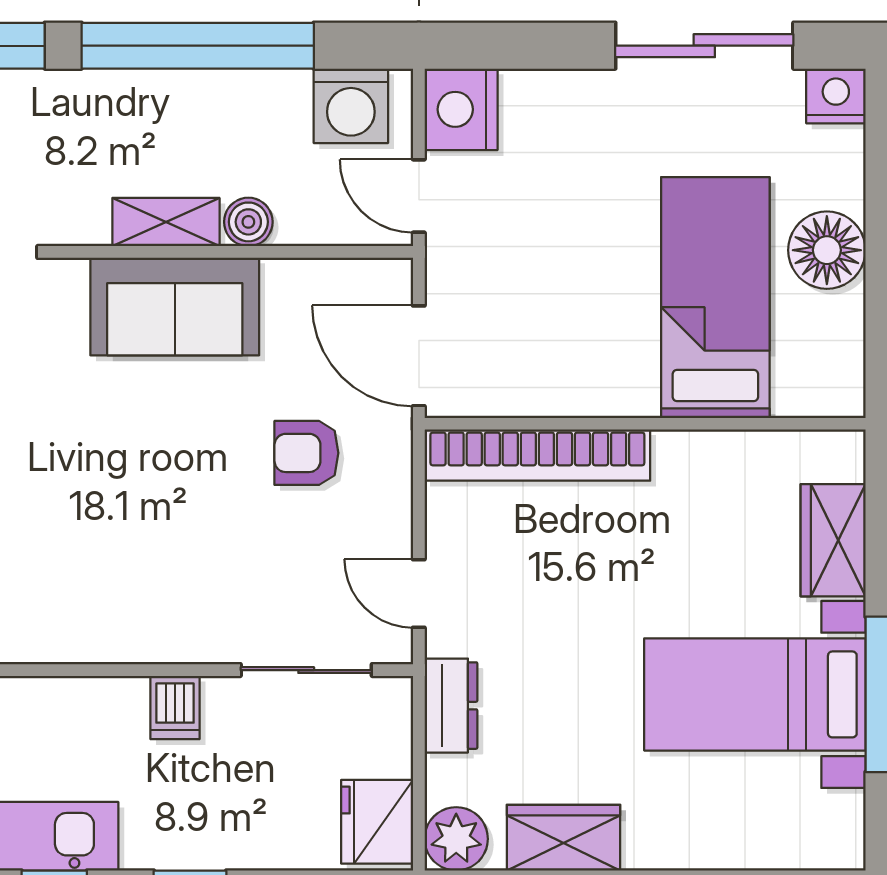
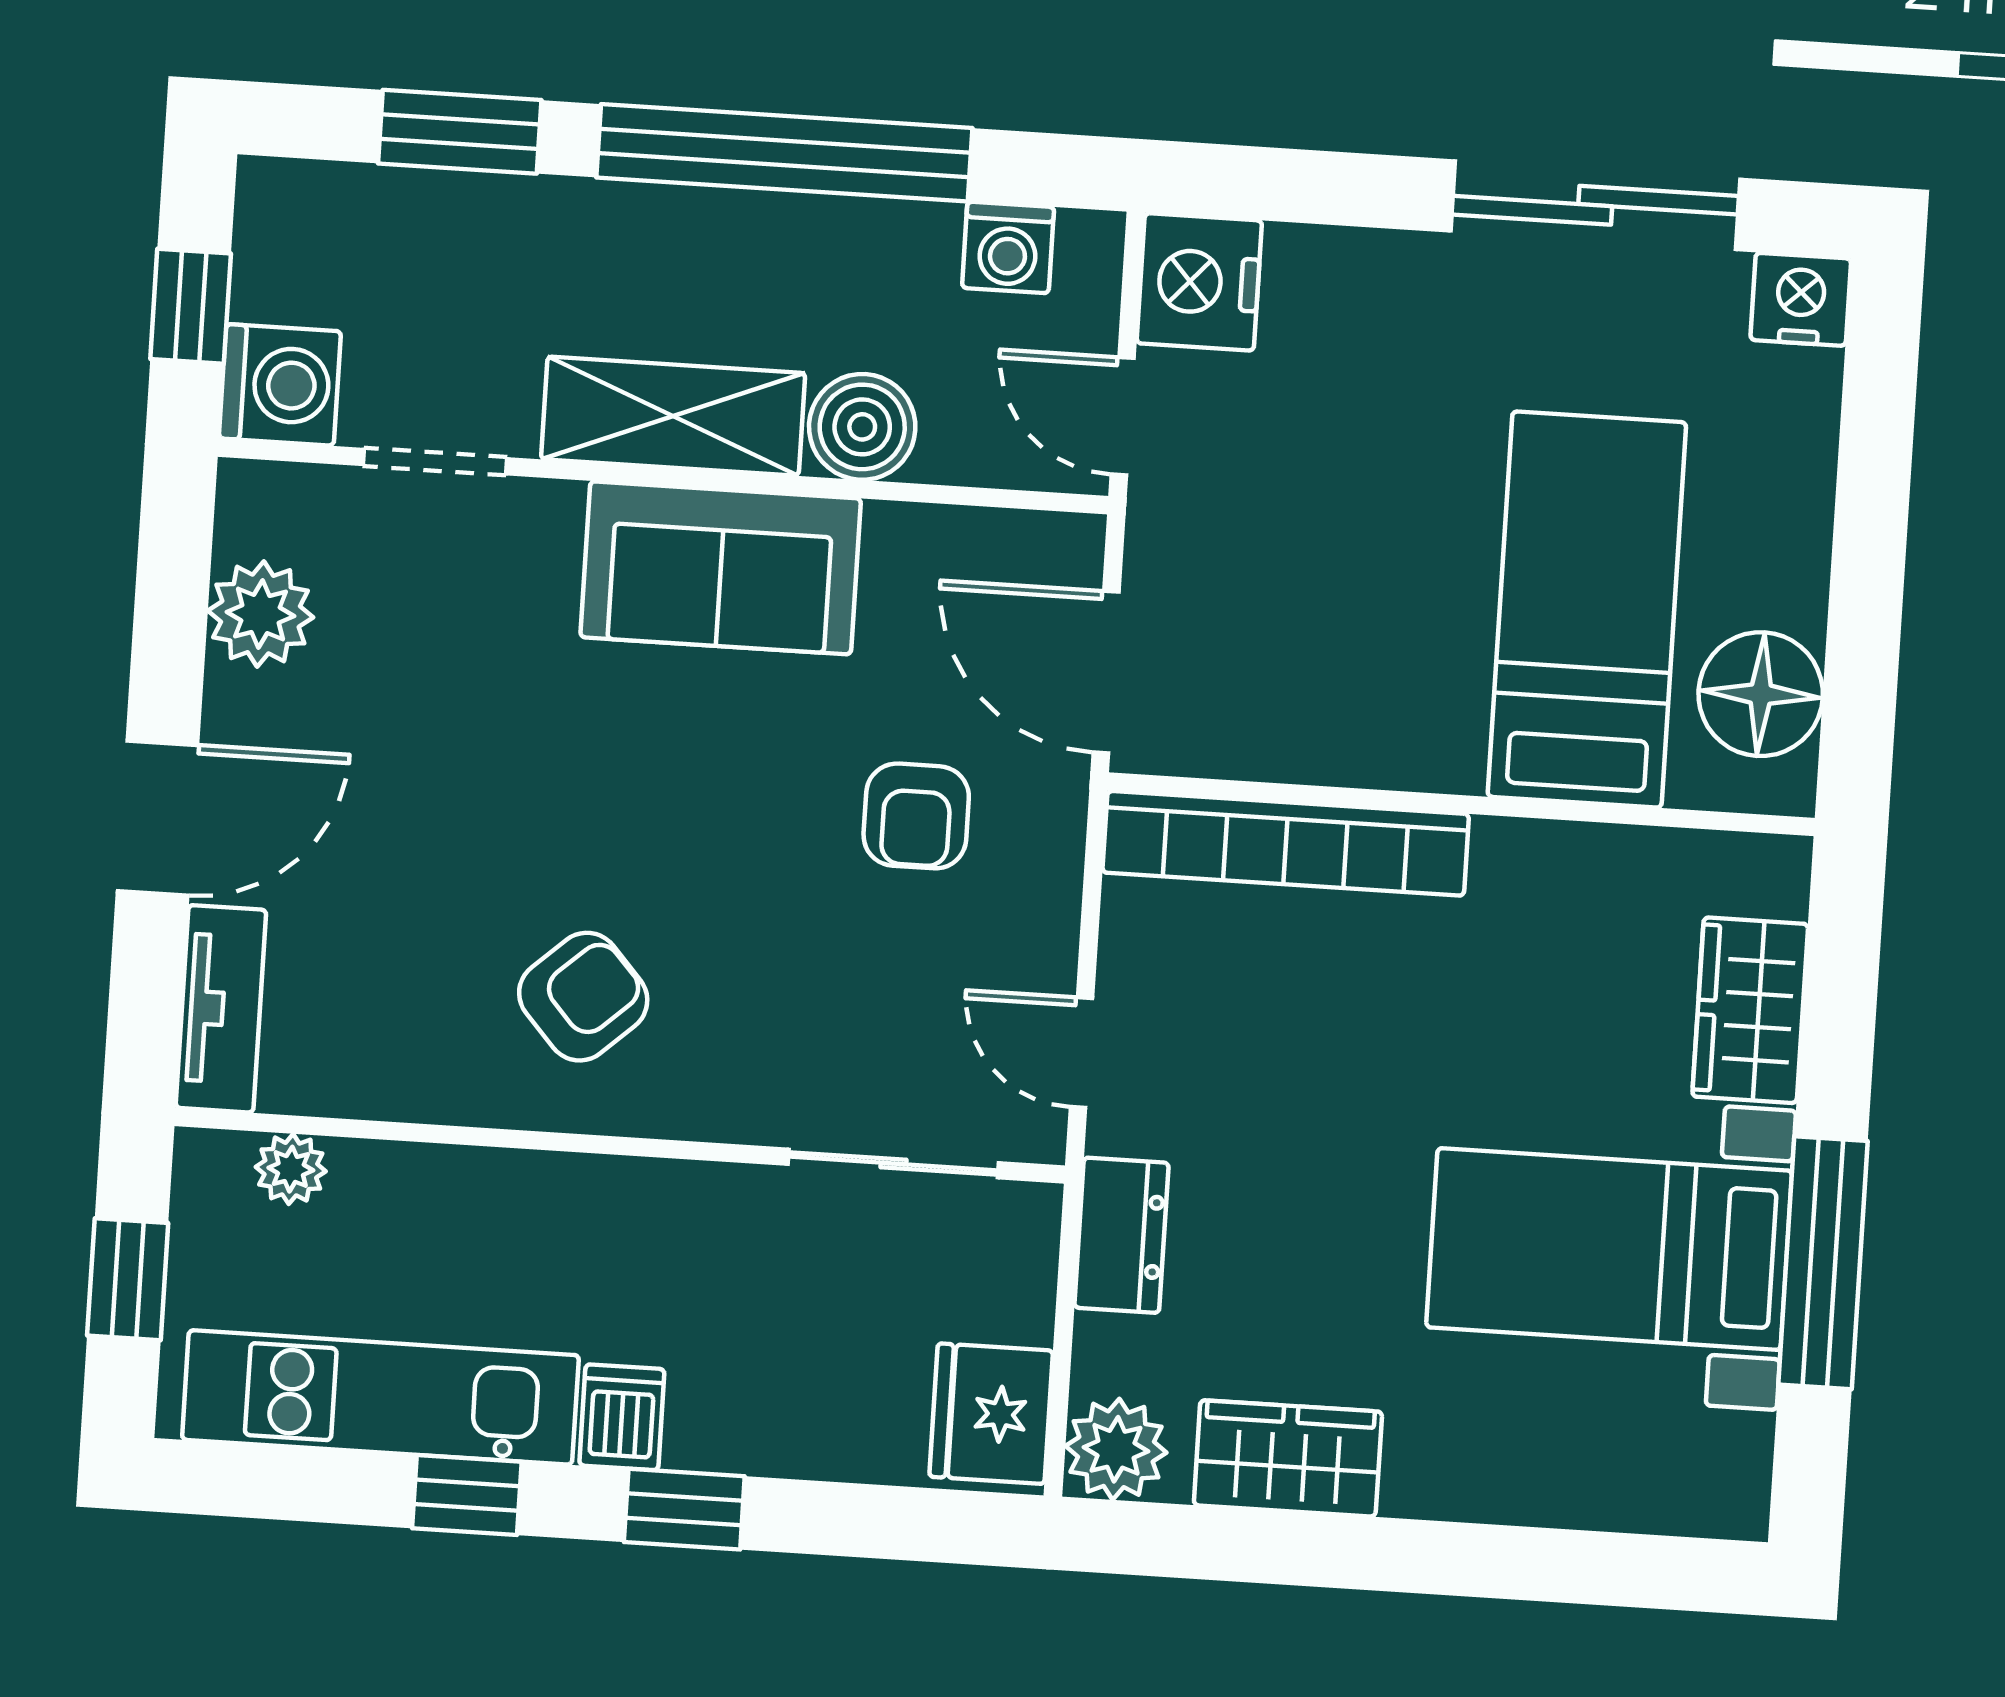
washing machine: (351, 106) -> (1008, 247), width x0.73, depth x0.73
shelving: (166, 222) -> (673, 416), width x1.50, depth x1.33
boiler: (248, 222) -> (862, 427), width x1.36, depth x1.36
floor lamp: (827, 250) -> (1761, 694), moved
armchair: (306, 453) -> (916, 816), turned -90
armchair: (107, 579) -> (583, 997), added
dishwasher: (175, 707) -> (622, 1417), moved, turned 180

